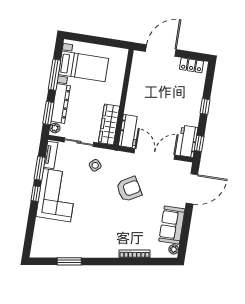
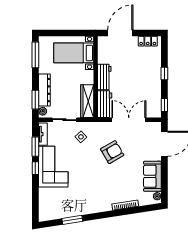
bed with nightstands: (84, 66) -> (74, 53), moved, turned 180
window: (55, 75) -> (35, 55), moved
workbench: (188, 141) -> (104, 77), moved, turned 180

